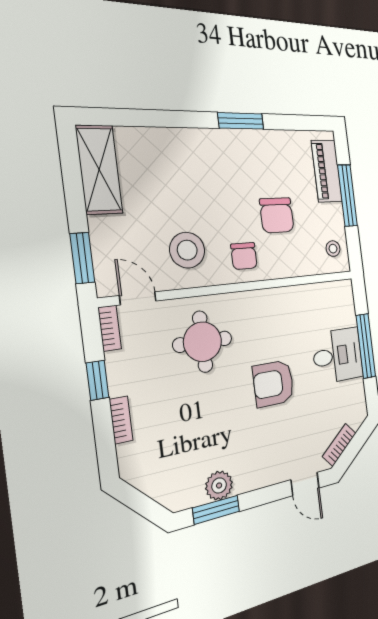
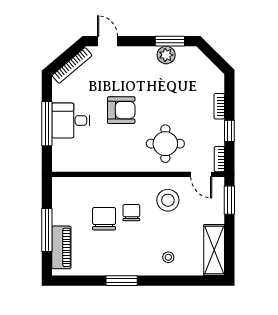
stool: (333, 249) -> (168, 257), moved
chair: (244, 256) -> (131, 213), moved
bookcase: (339, 445) -> (72, 65), width x1.56

